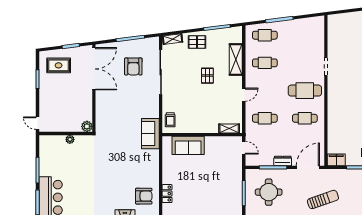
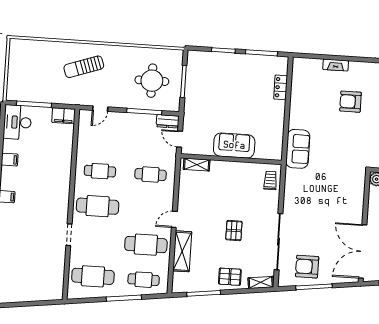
cafe table: (305, 35) -> (93, 276), added
cafe table: (265, 63) -> (146, 245), width x1.37, depth x1.35
armchair: (133, 66) -> (307, 267), moved, turned -90
pallet: (207, 76) -> (234, 231), moved
door: (244, 95) -> (174, 219), moved
sofa: (150, 134) -> (298, 149), moved
sofa: (188, 145) -> (234, 146), moved
dresser: (283, 161) -> (168, 121), moved
door: (308, 167) -> (100, 109), width x0.53
armchair: (144, 196) -> (350, 102), moved

